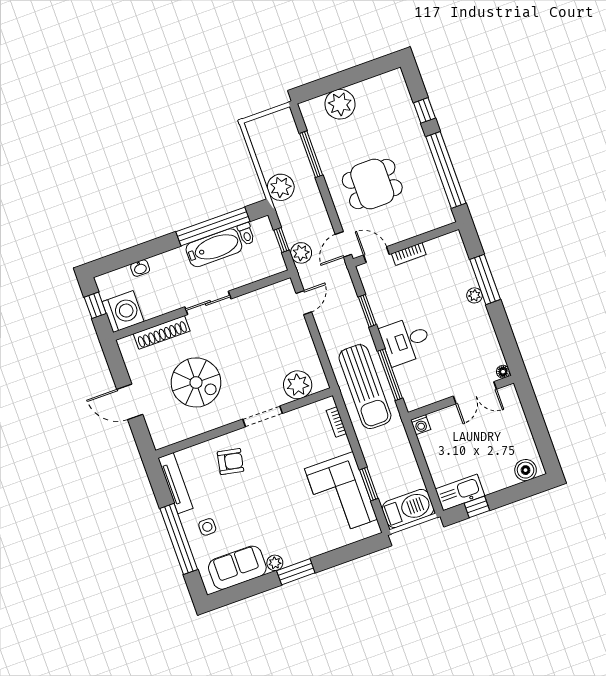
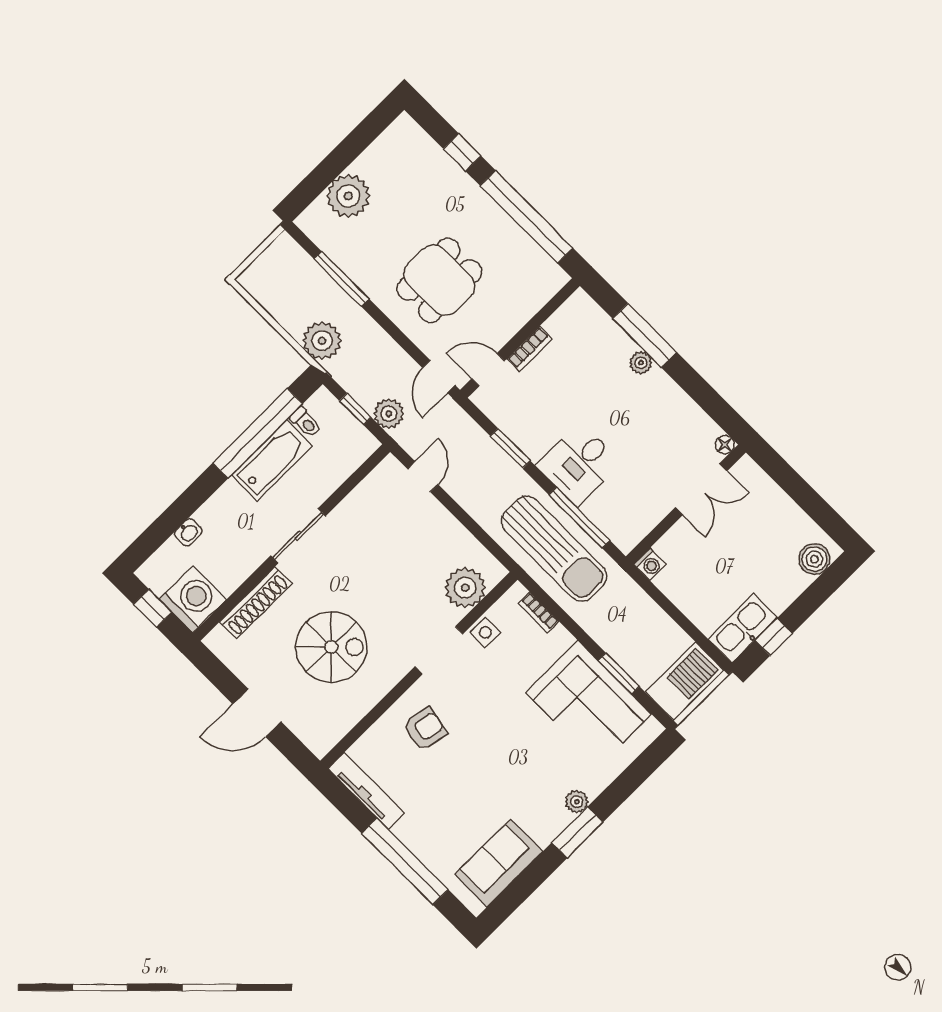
side table: (207, 527) -> (485, 632), moved
plant: (275, 563) -> (577, 802), moved

